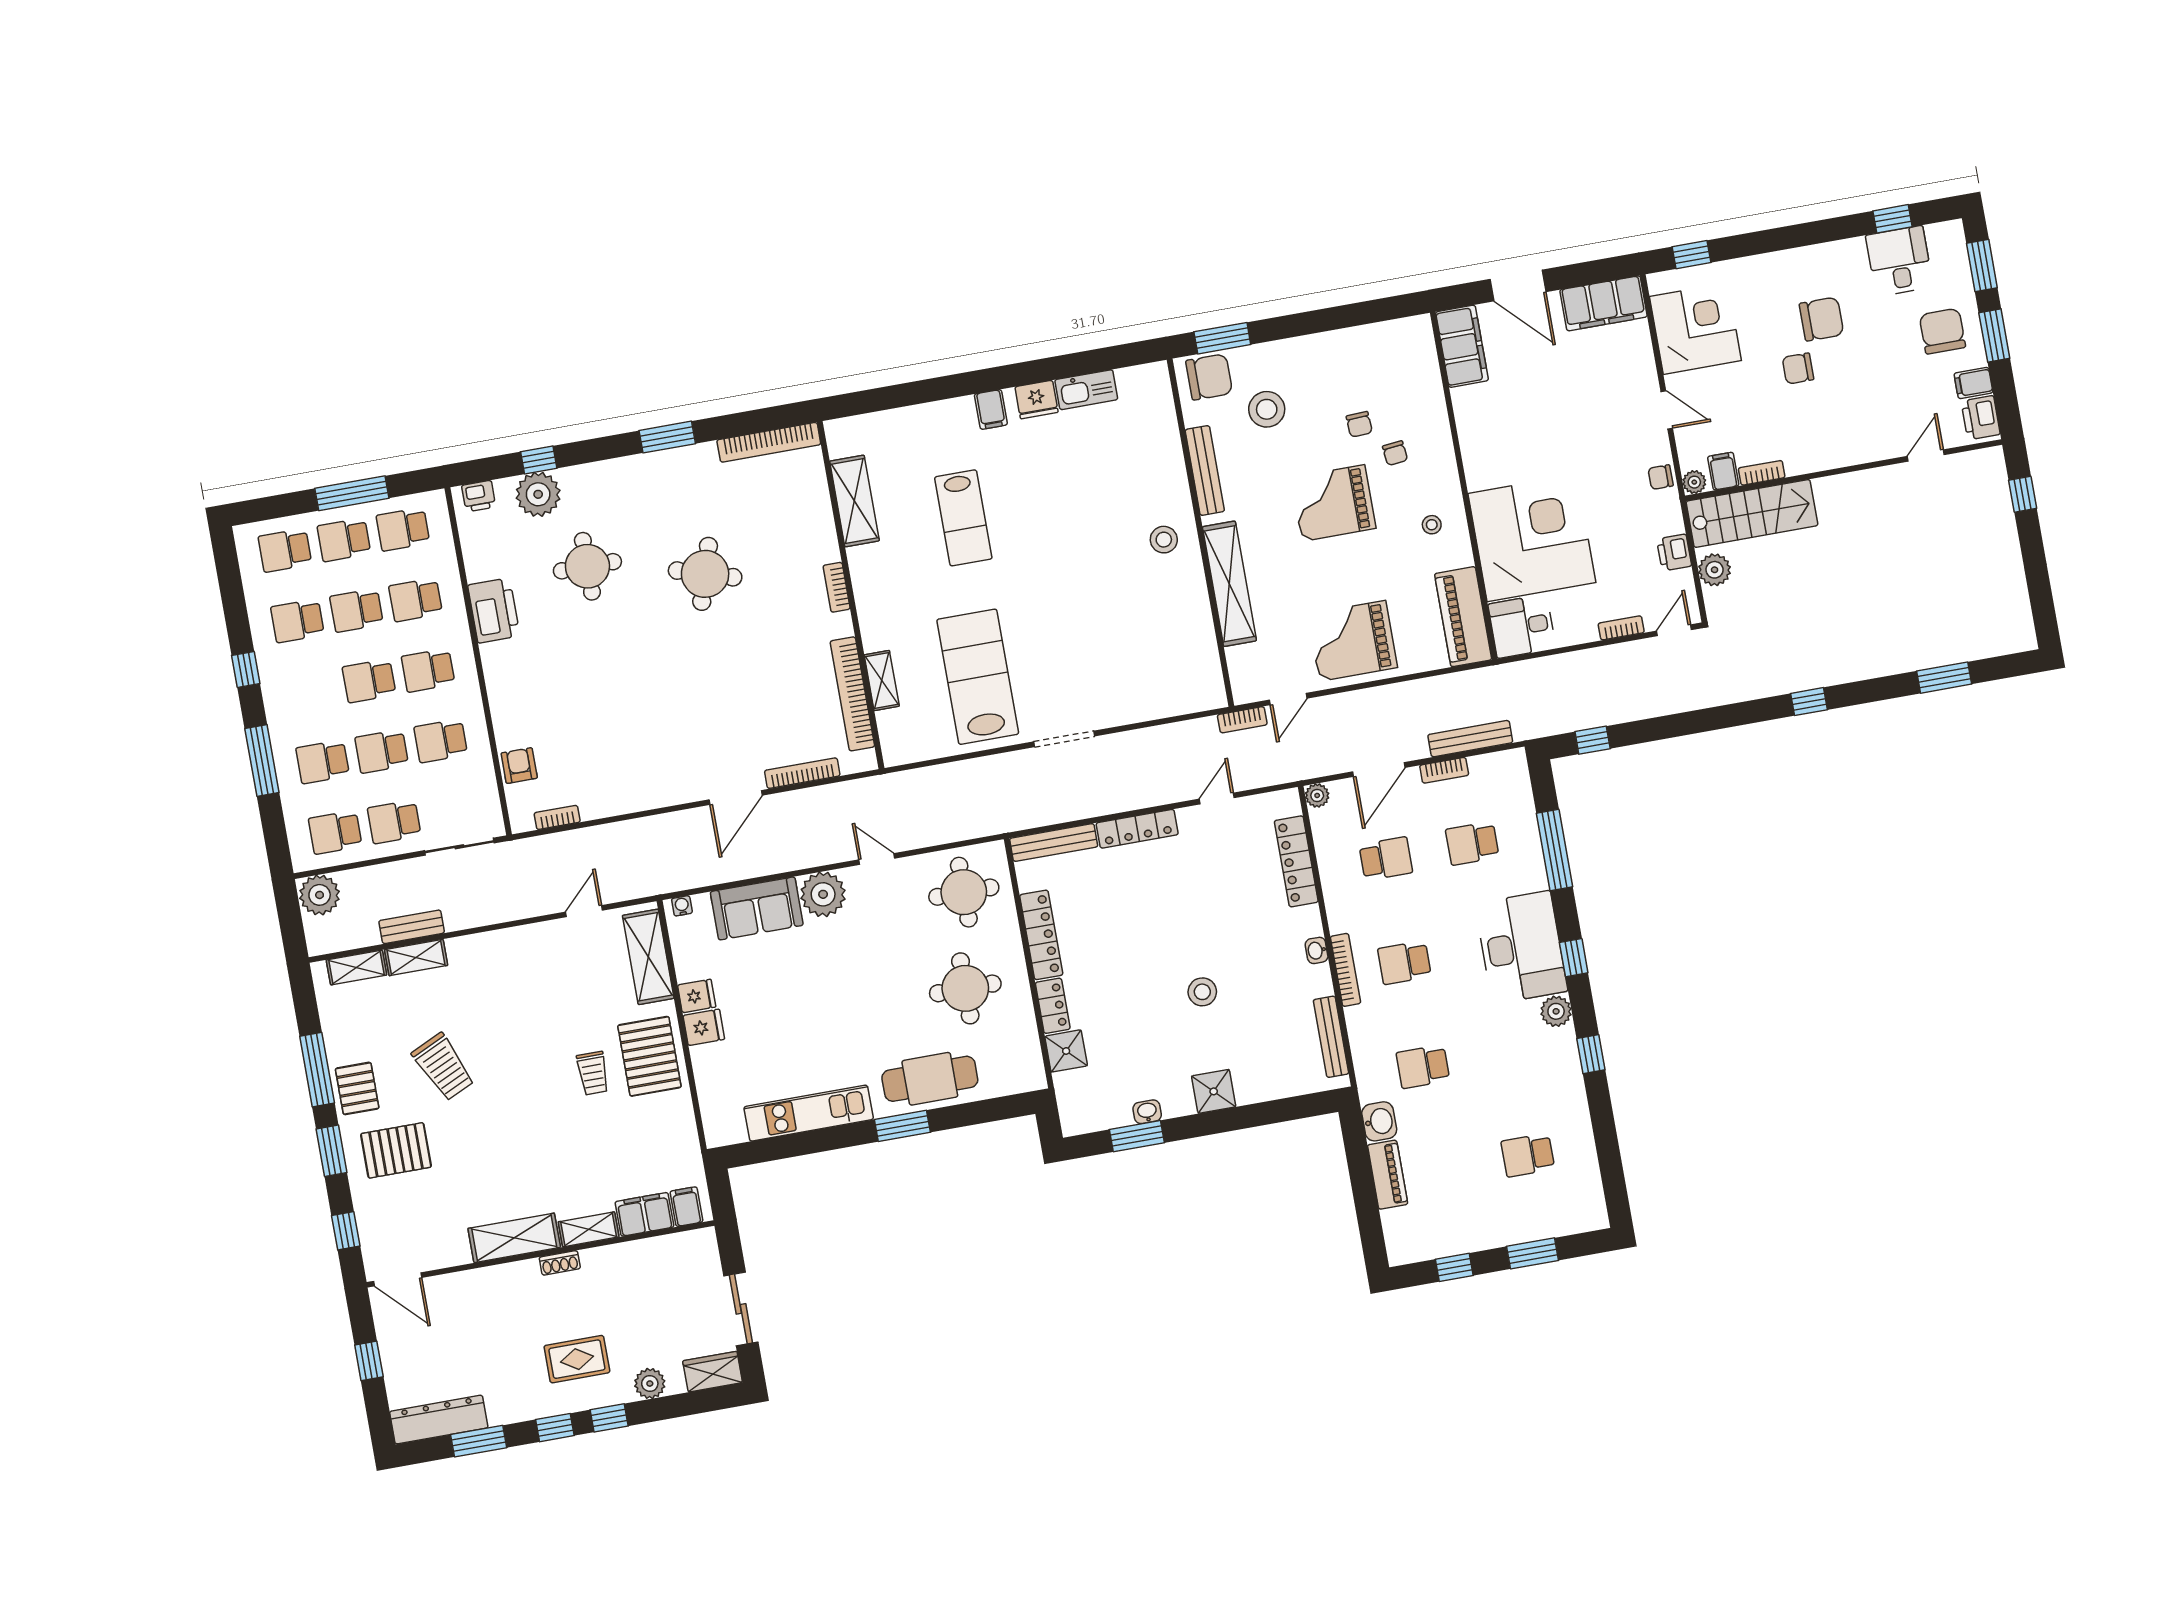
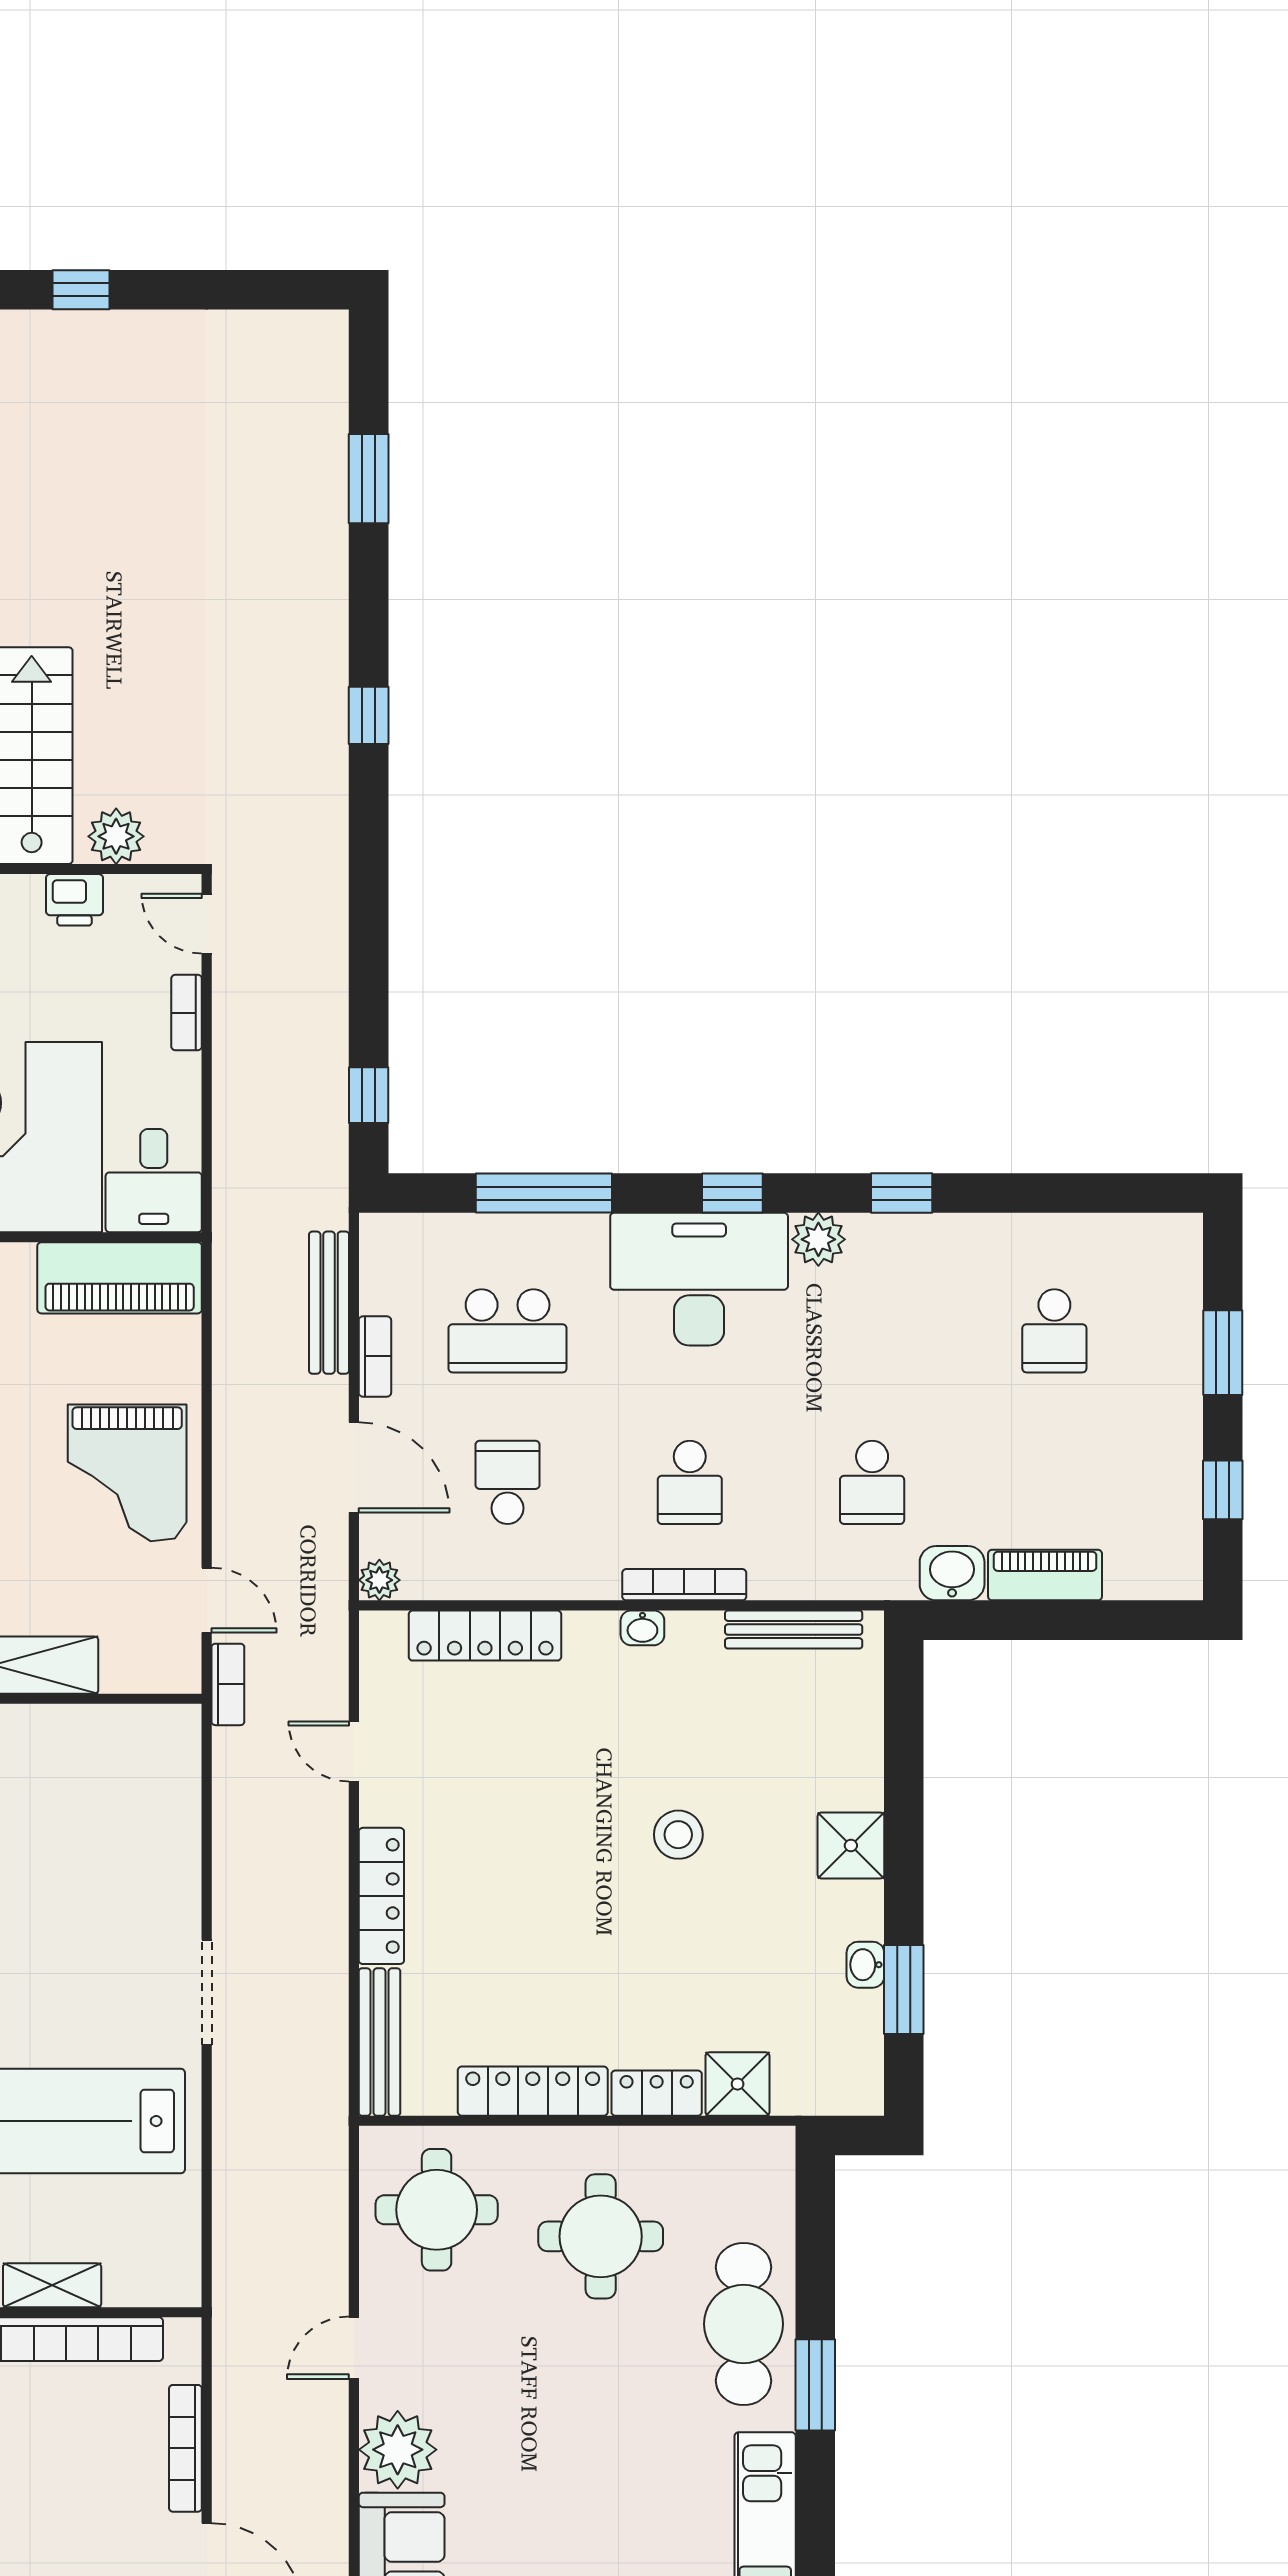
school desk: (1472, 843) -> (508, 1331), width x1.85

